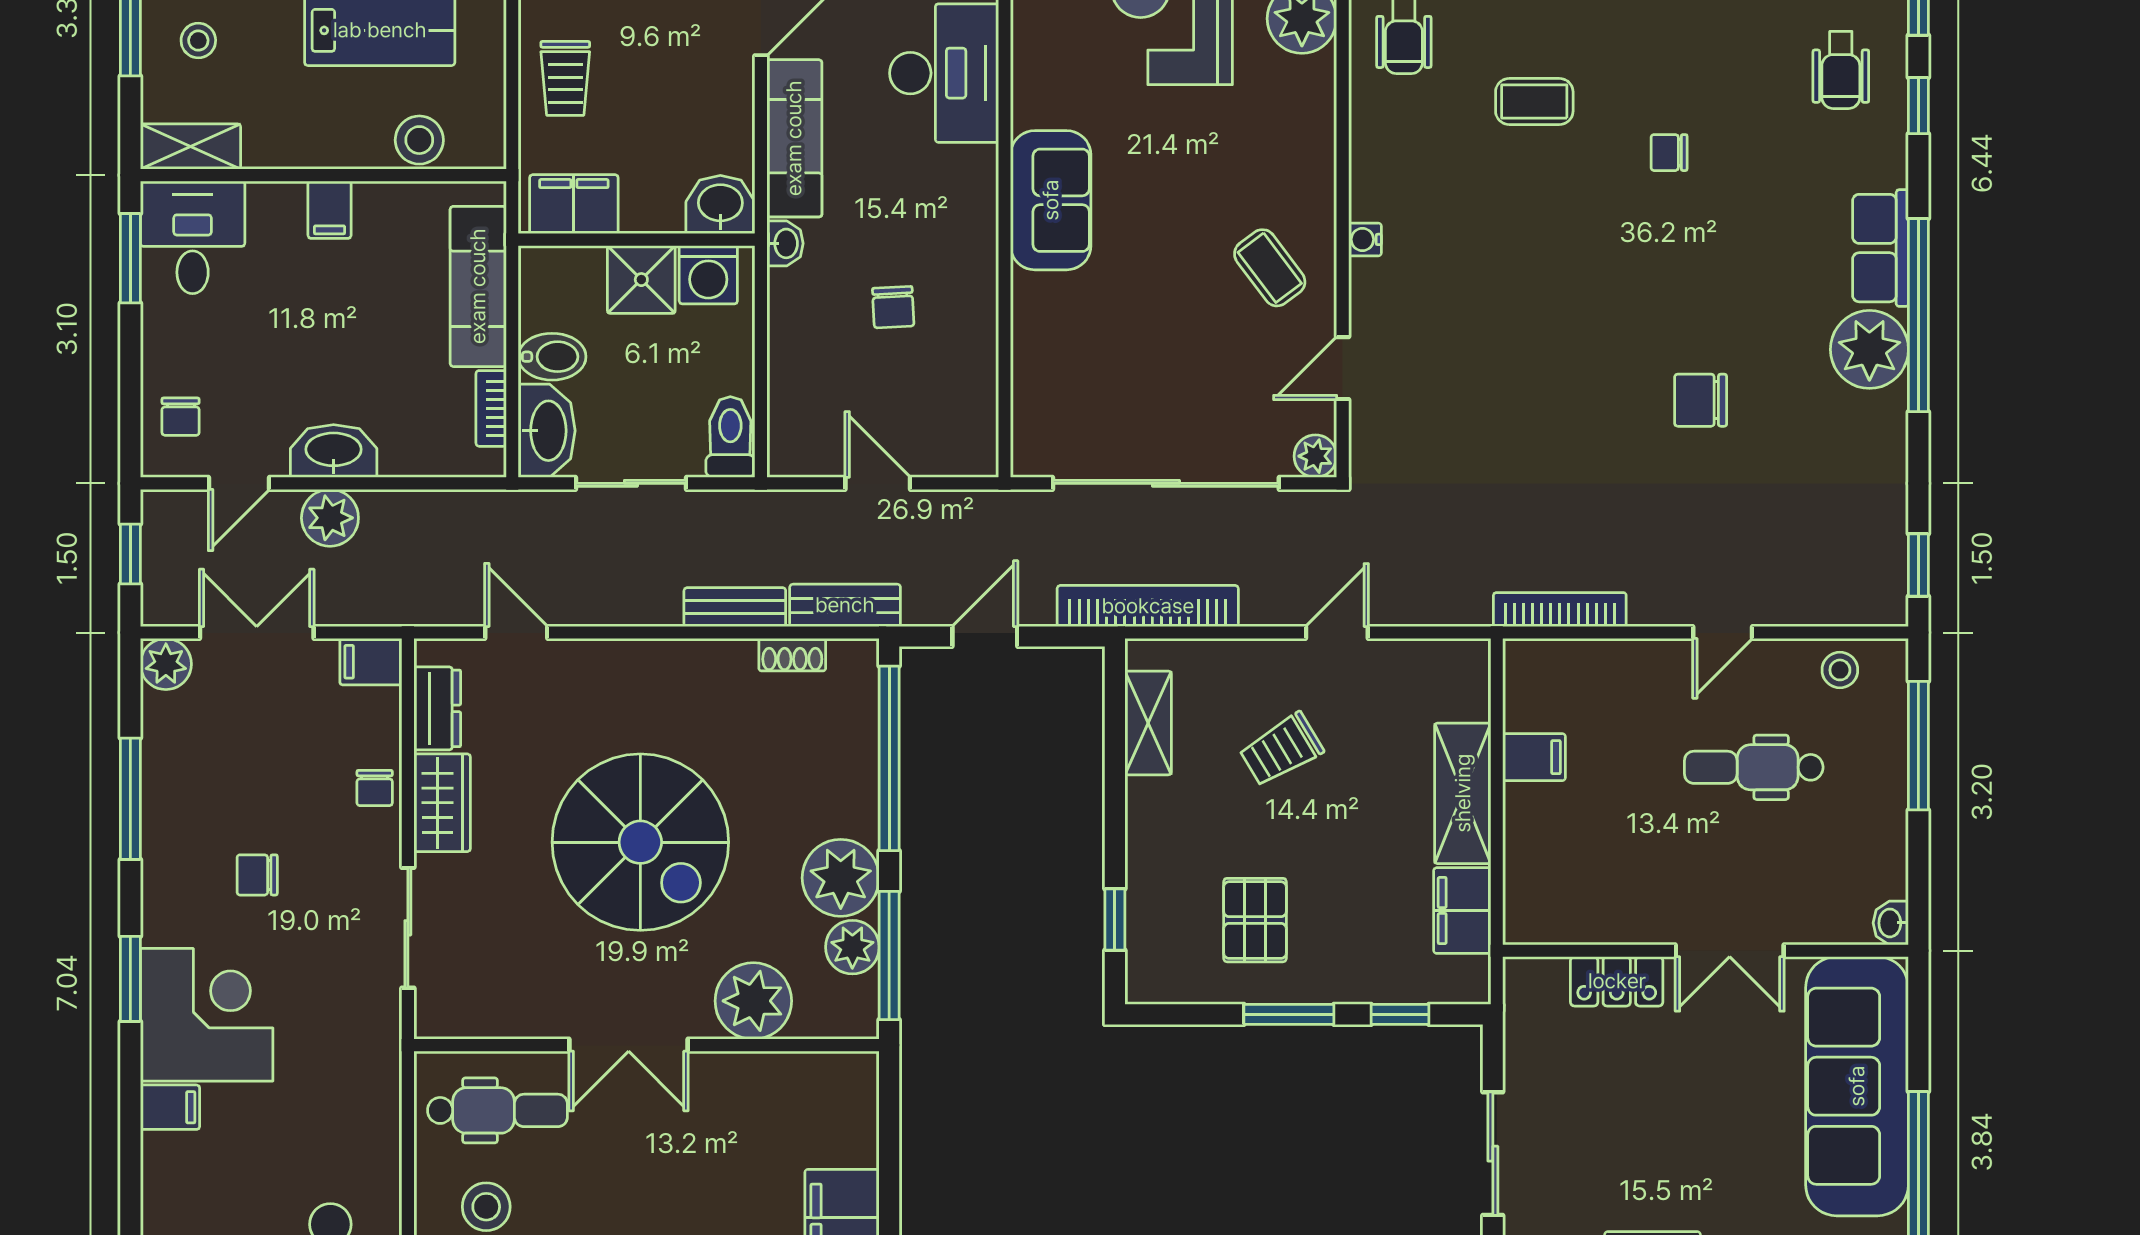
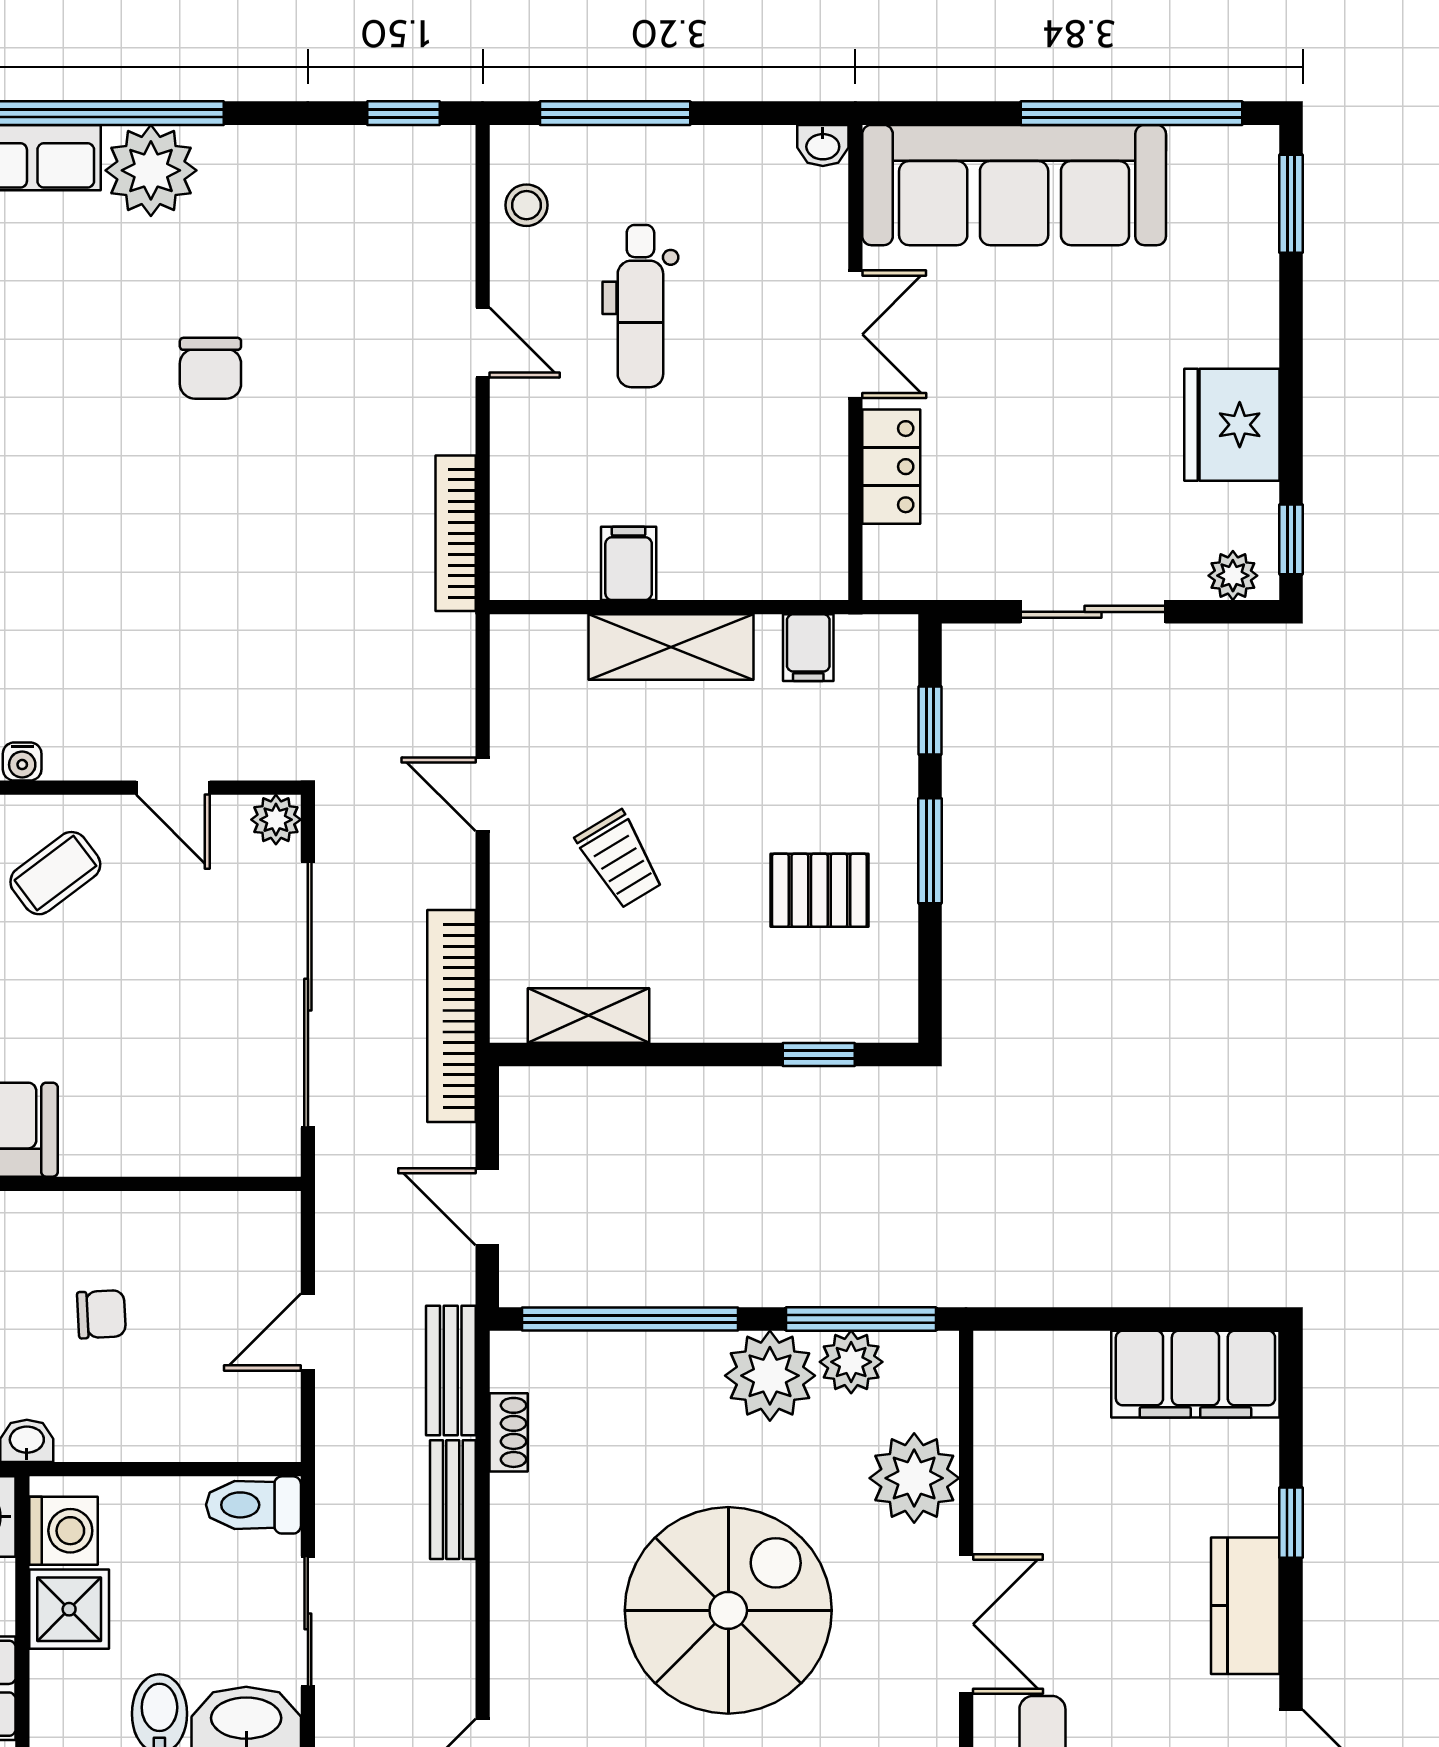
filing cabinet: (1462, 911) -> (808, 648), width x0.50

